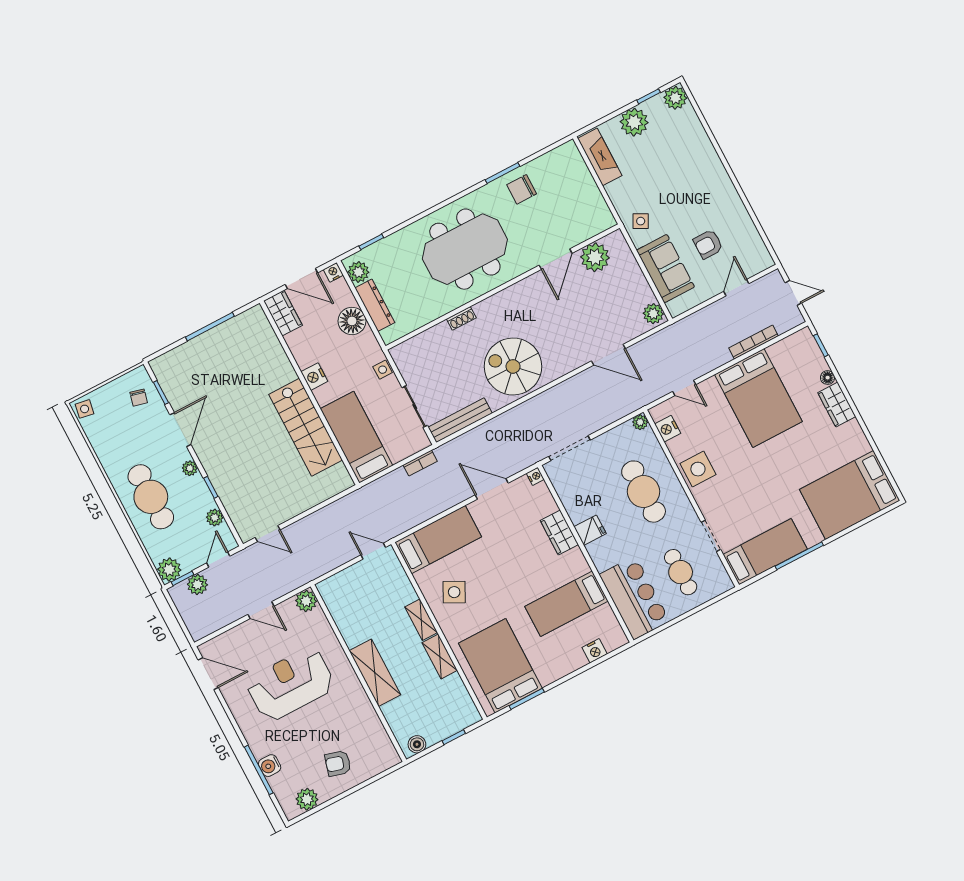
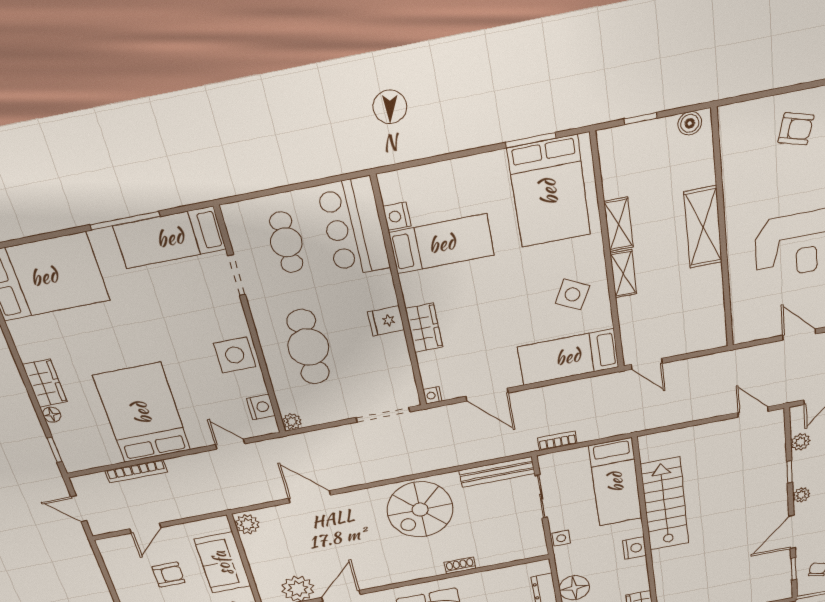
spiral stairs: (513, 366) -> (420, 510), turned 90
plant: (306, 601) -> (745, 331), removed
nightstand: (595, 651) -> (397, 216), moved, turned -90

